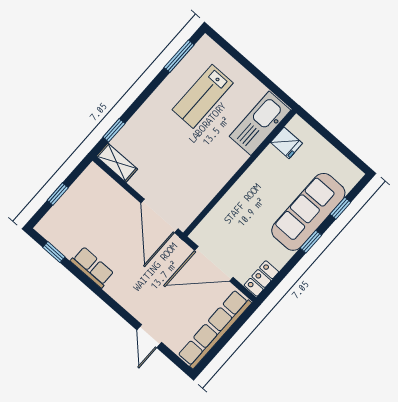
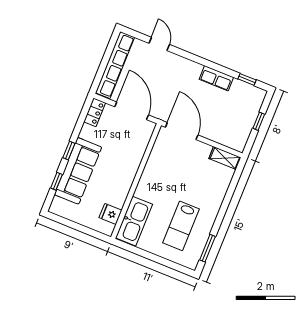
lab bench: (203, 96) -> (181, 226), turned 180
window: (114, 130) -> (235, 180), removed
door: (214, 264) -> (132, 111), hinge flipped

